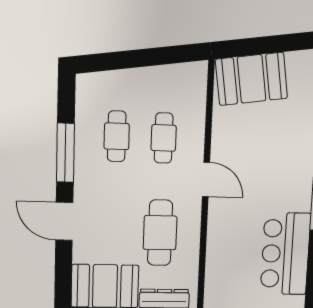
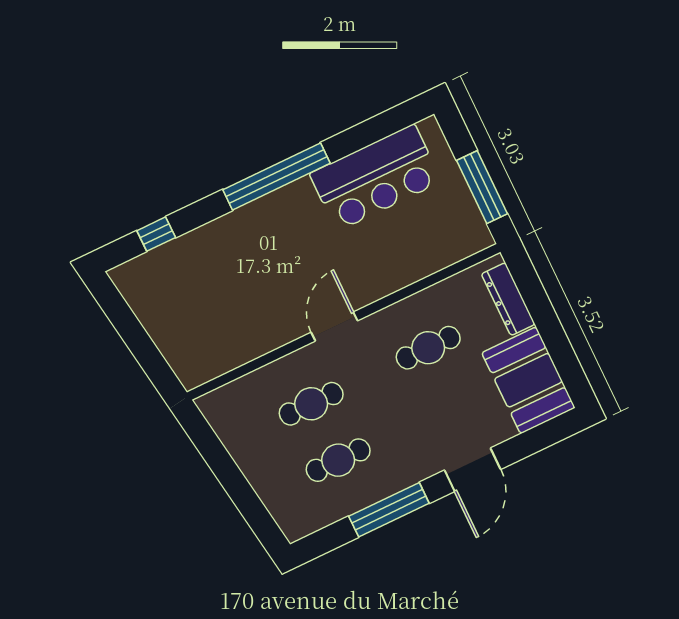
booth: (252, 79) -> (186, 336), removed
cafe table: (160, 233) -> (428, 348), width x0.73, depth x0.74

